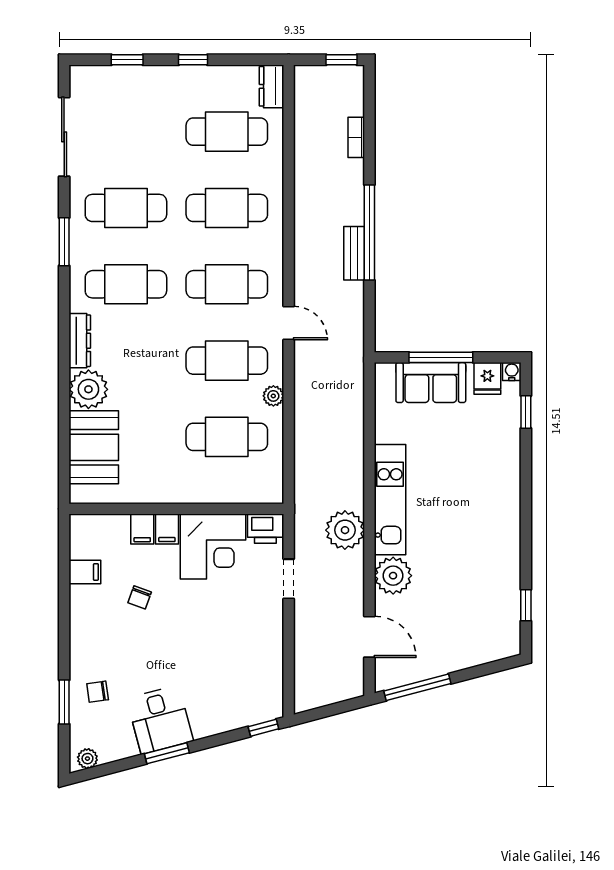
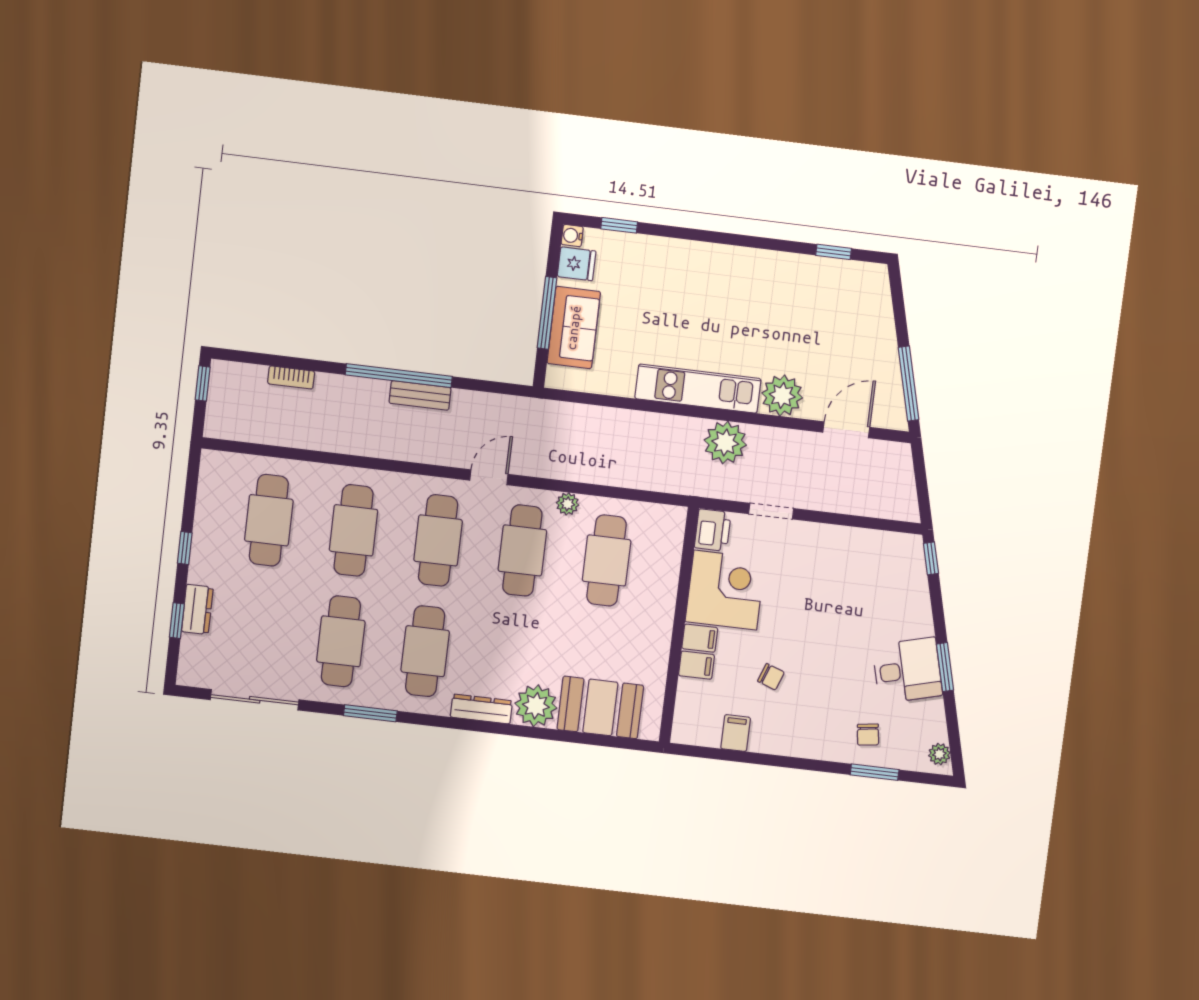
dresser: (271, 86) -> (197, 609), moved, turned -90

